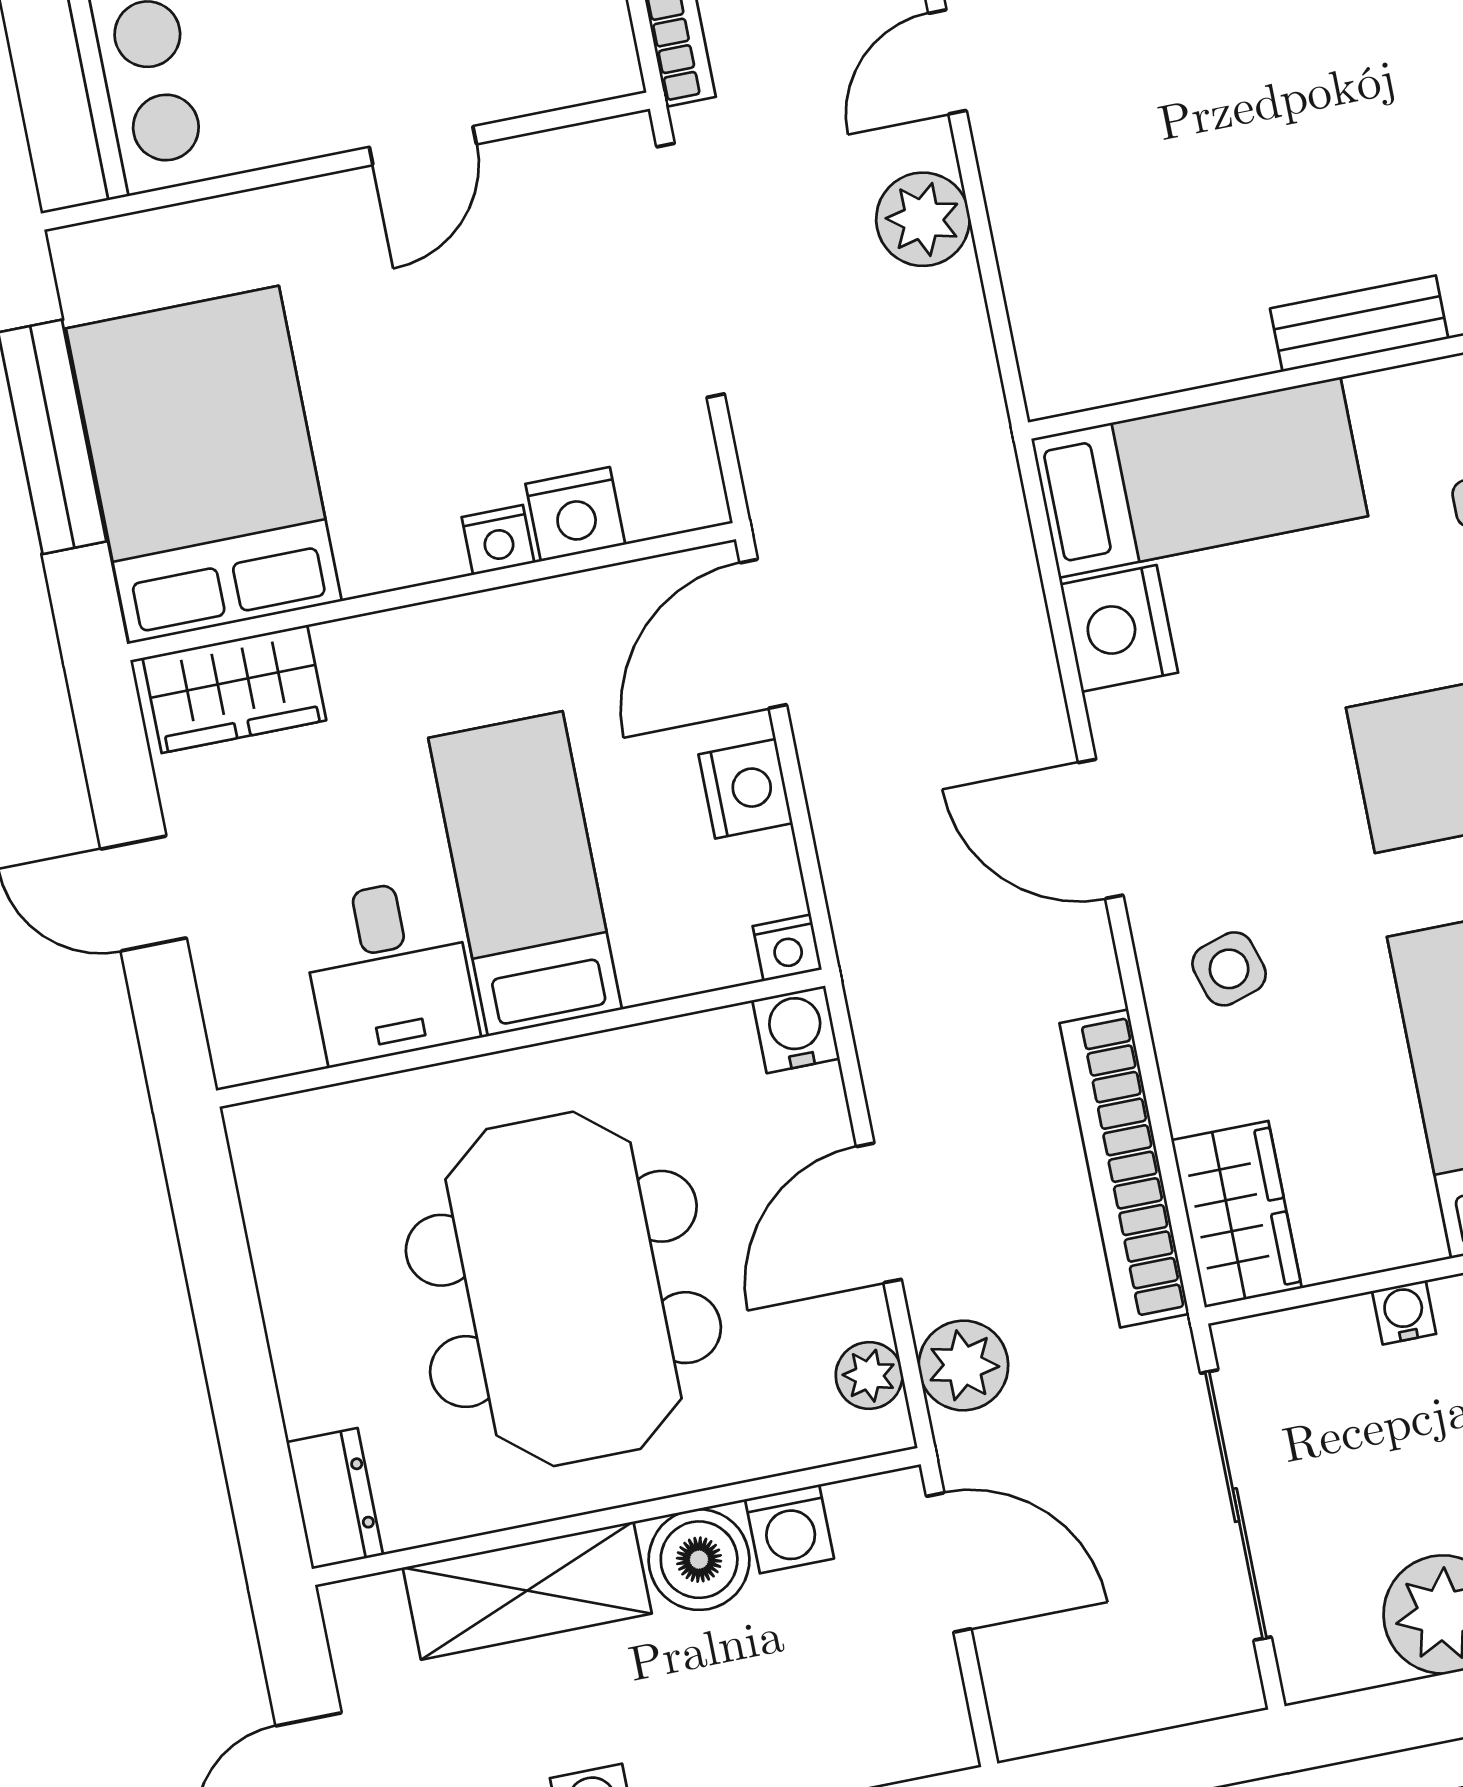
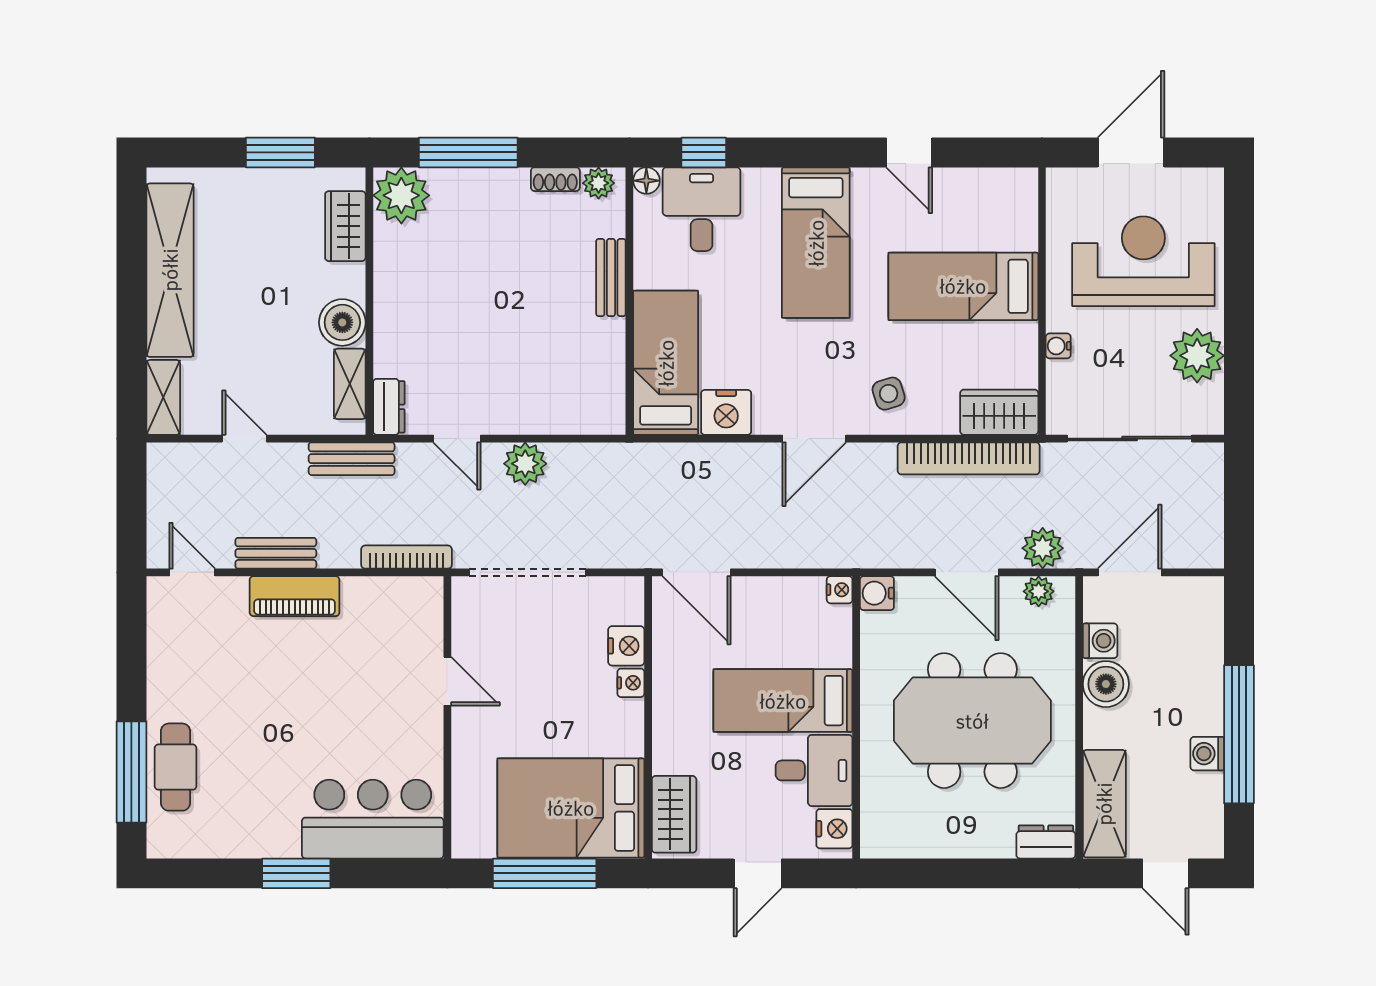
nightstand: (746, 789) -> (834, 829), moved, turned 90
shelving: (527, 1591) -> (1104, 804), moved

